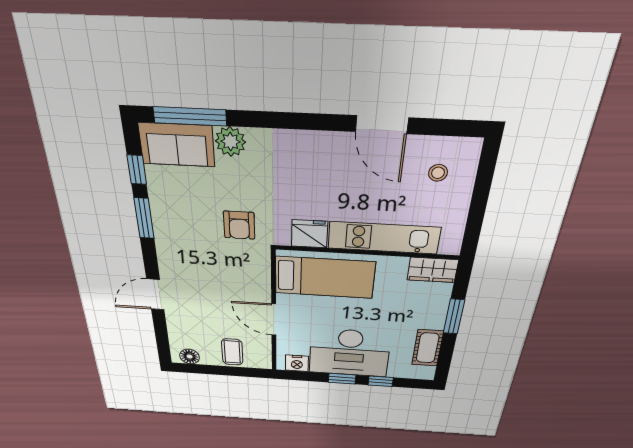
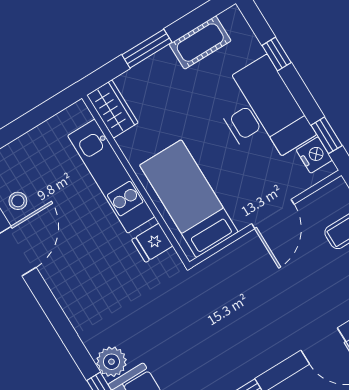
stool: (438, 173) -> (18, 201), moved
armchair: (239, 225) -> (187, 310), removed
fridge: (310, 234) -> (152, 243), width x0.72
window: (342, 379) -> (327, 135), moved

